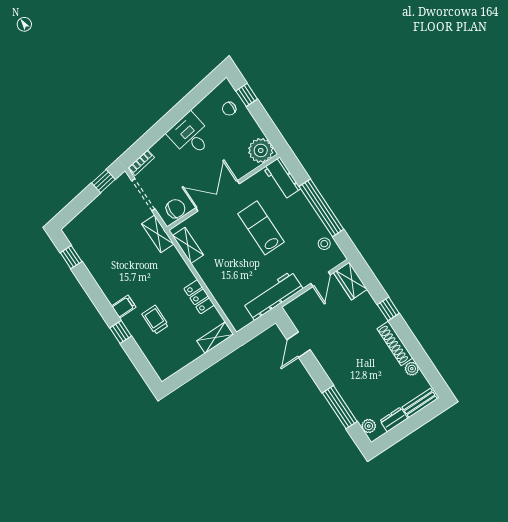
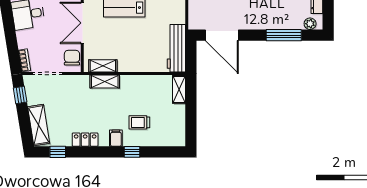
shelving: (85, 220) -> (39, 125), added
shelving: (158, 234) -> (105, 81), moved
workbench: (273, 296) -> (176, 48), moved
locker: (199, 297) -> (85, 140), moved, turned 180
door: (298, 345) -> (222, 35), width x1.87

